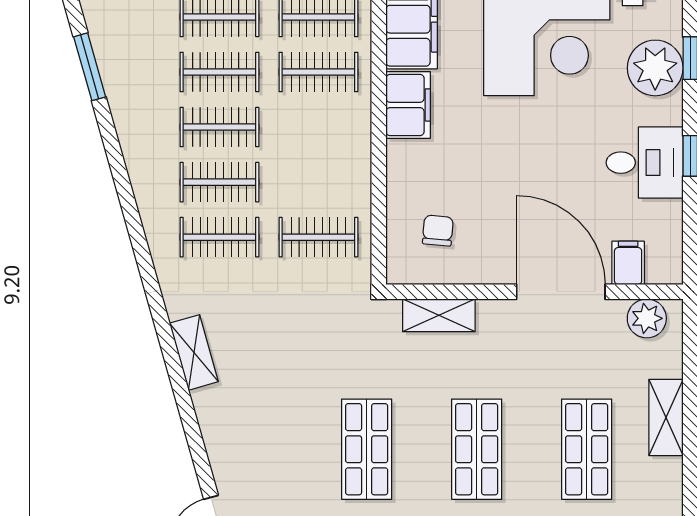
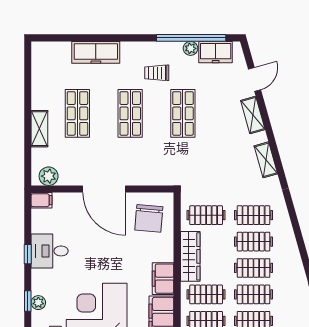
plant: (655, 68) -> (38, 303), width x0.53, depth x0.53
wardrobe: (351, 151) -> (190, 256), added
chair: (438, 231) -> (149, 218), width x1.87, depth x1.87
filing cabinet: (628, 263) -> (42, 200), moved, turned -90
door: (561, 292) -> (104, 189), moved
shelving: (439, 315) -> (253, 115), moved, turned 74

